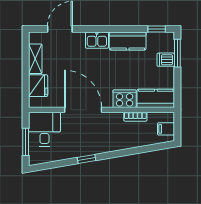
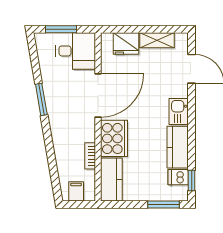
dishwasher: (166, 60) -> (178, 177), moved, turned -90
cooker: (125, 99) -> (114, 138), width x1.37, depth x1.31
window: (86, 159) -> (41, 99), width x1.50

